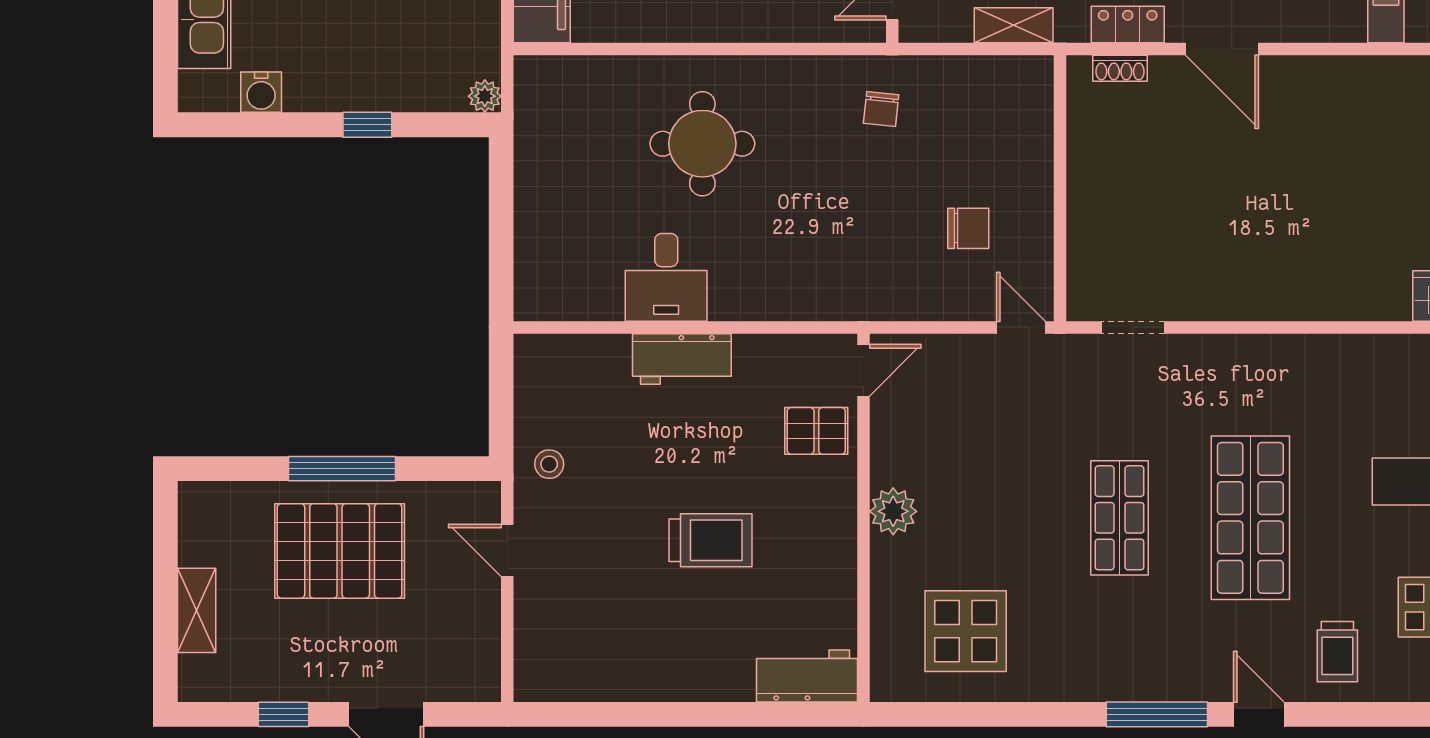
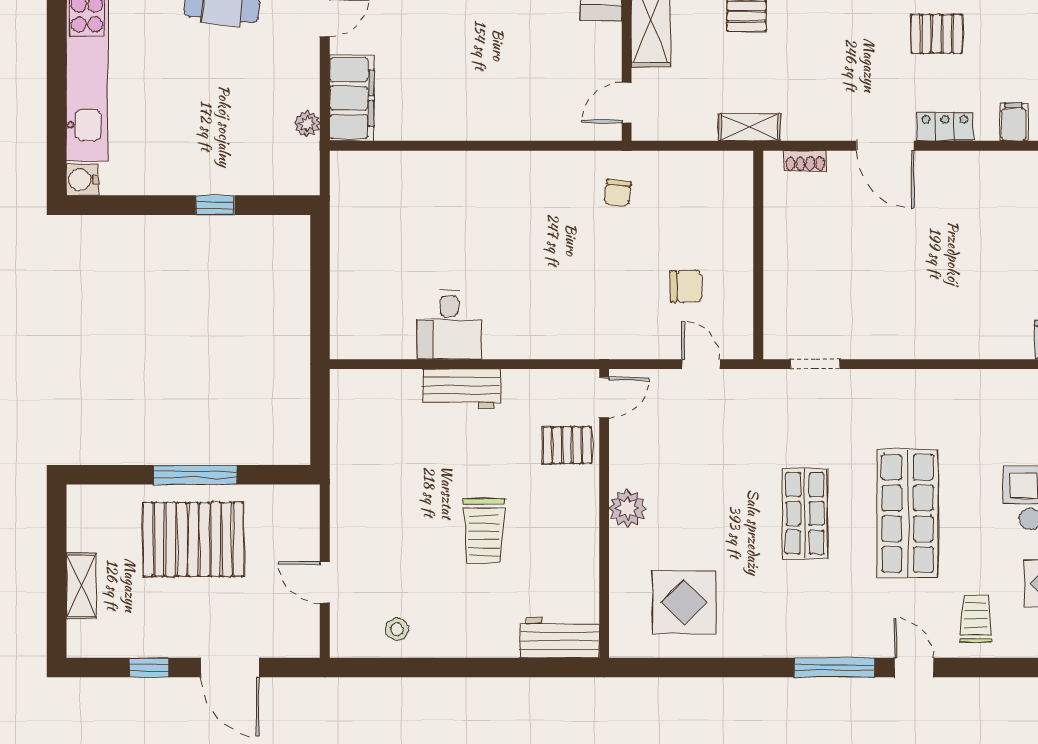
locker: (1128, 24) -> (945, 126), moved
shelving: (1014, 25) -> (749, 127), moved
water cooler: (261, 92) -> (82, 180), moved, turned 90
plant: (485, 96) -> (307, 123), moved
round table: (702, 144) -> (478, 220), removed
door: (1021, 327) -> (701, 364), moved
stool: (549, 464) -> (397, 629), moved
trolley: (710, 540) -> (484, 531), turned 90
door: (507, 550) -> (325, 582), moved
trolley: (1337, 652) -> (976, 618), turned 180

